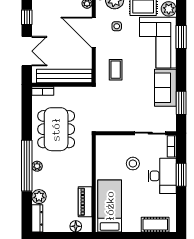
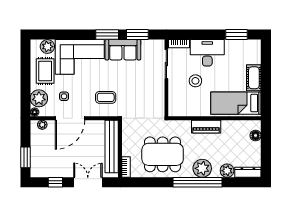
window: (181, 37) -> (107, 35), moved
plant: (37, 166) -> (202, 168), width x1.88, depth x1.88
window: (181, 175) -> (236, 35), moved
piano: (85, 202) -> (206, 127), moved
cot: (155, 225) -> (254, 78), moved

